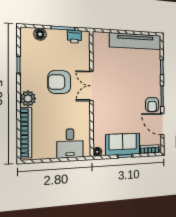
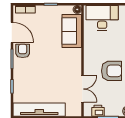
double door: (91, 86) -> (82, 89), moved
desk: (70, 143) -> (102, 18), width x1.37
sofa: (123, 144) -> (72, 31), moved, turned 90

